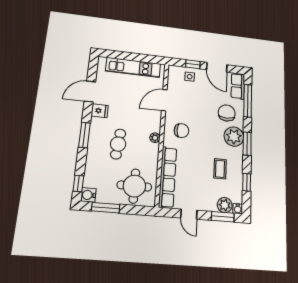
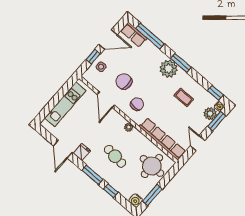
chair: (227, 113) -> (124, 81), moved
window: (247, 182) -> (215, 93), moved
window: (78, 184) -> (111, 191), moved
door: (189, 214) -> (198, 143), swing flipped

